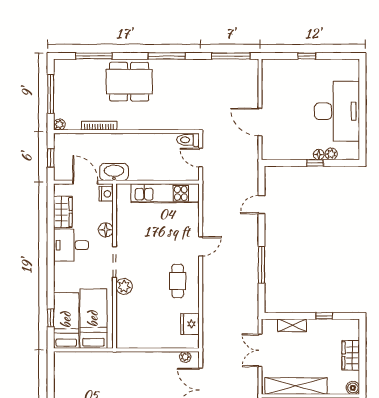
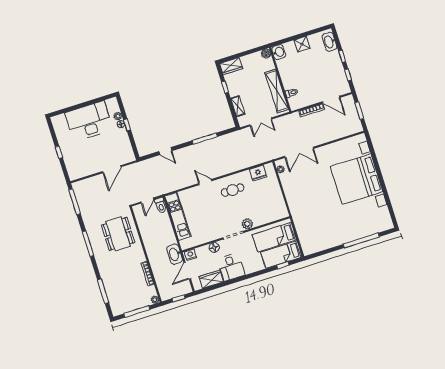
dining table: (129, 82) -> (118, 234), moved
toilet: (188, 140) -> (161, 205), moved
wardrobe: (351, 355) -> (231, 66), moved

